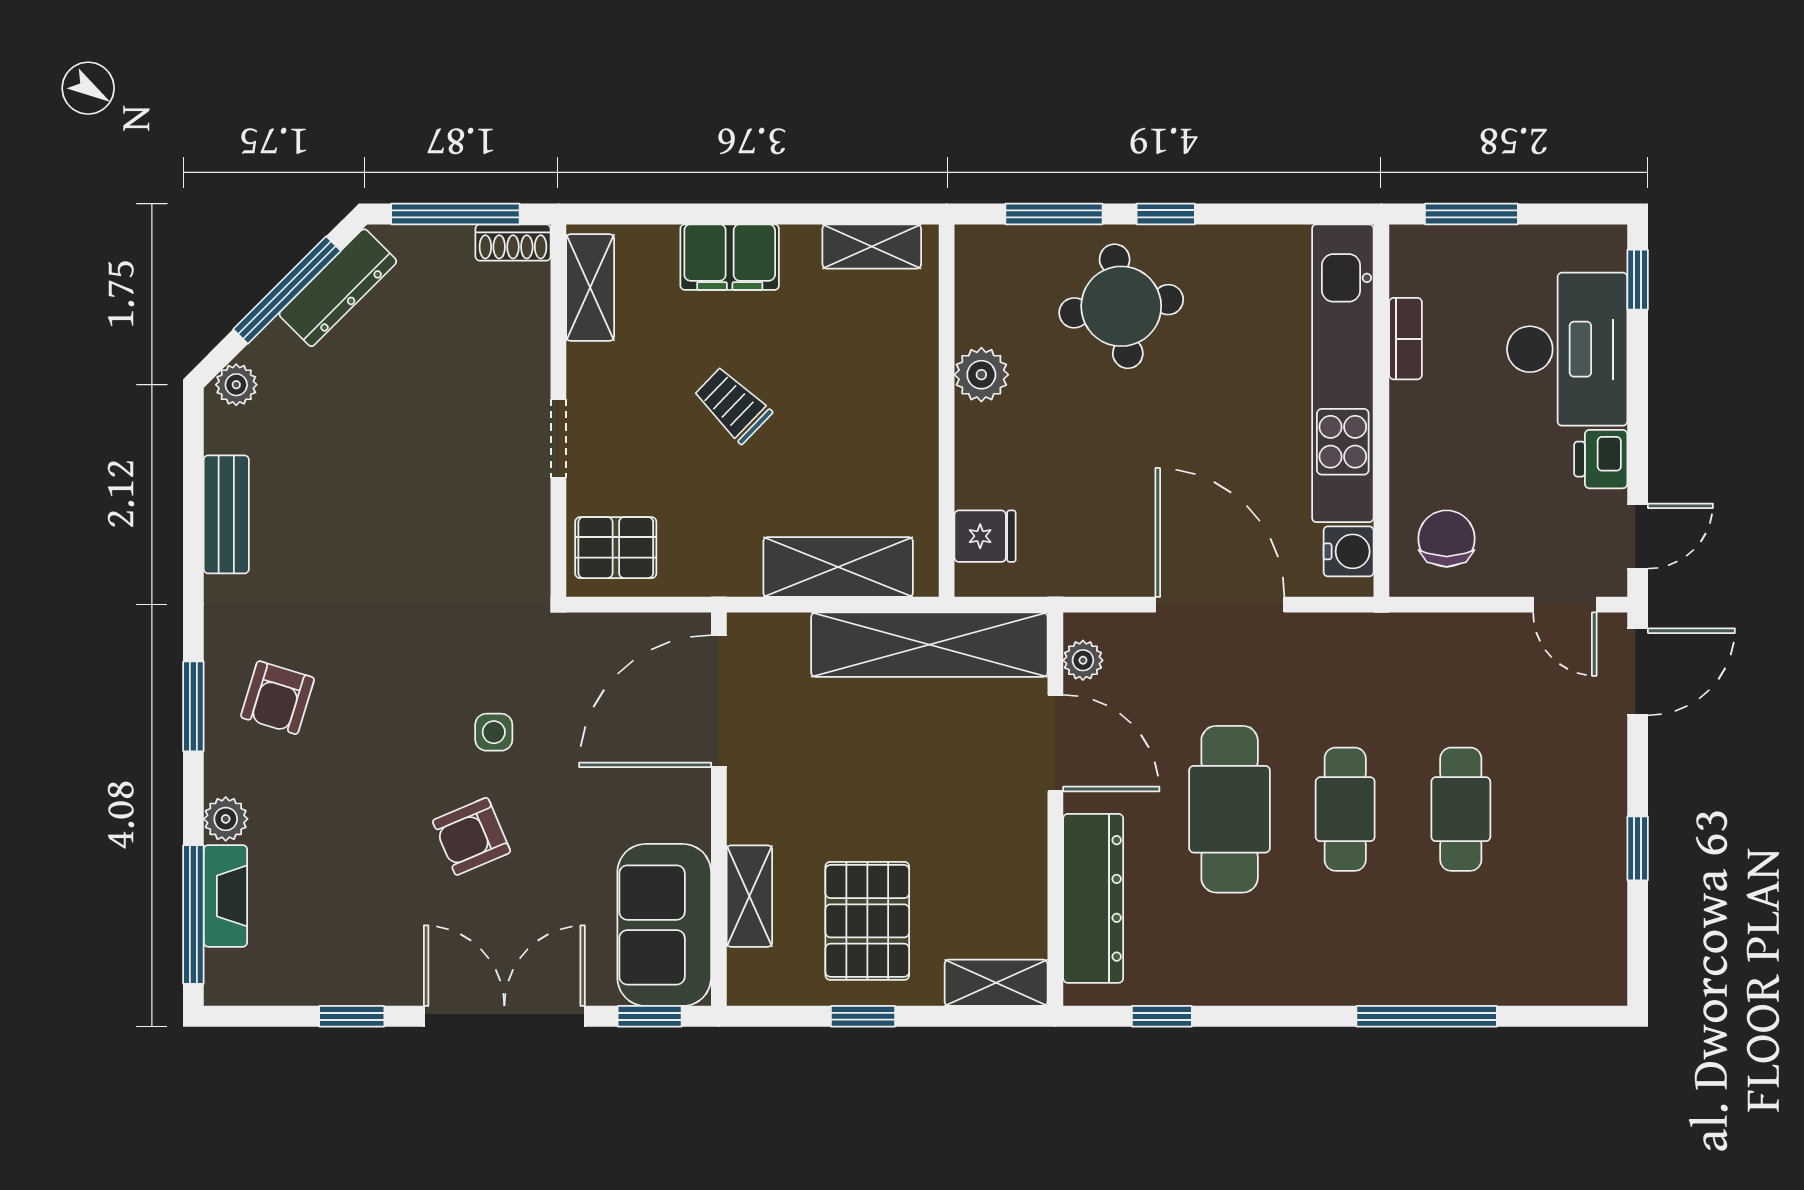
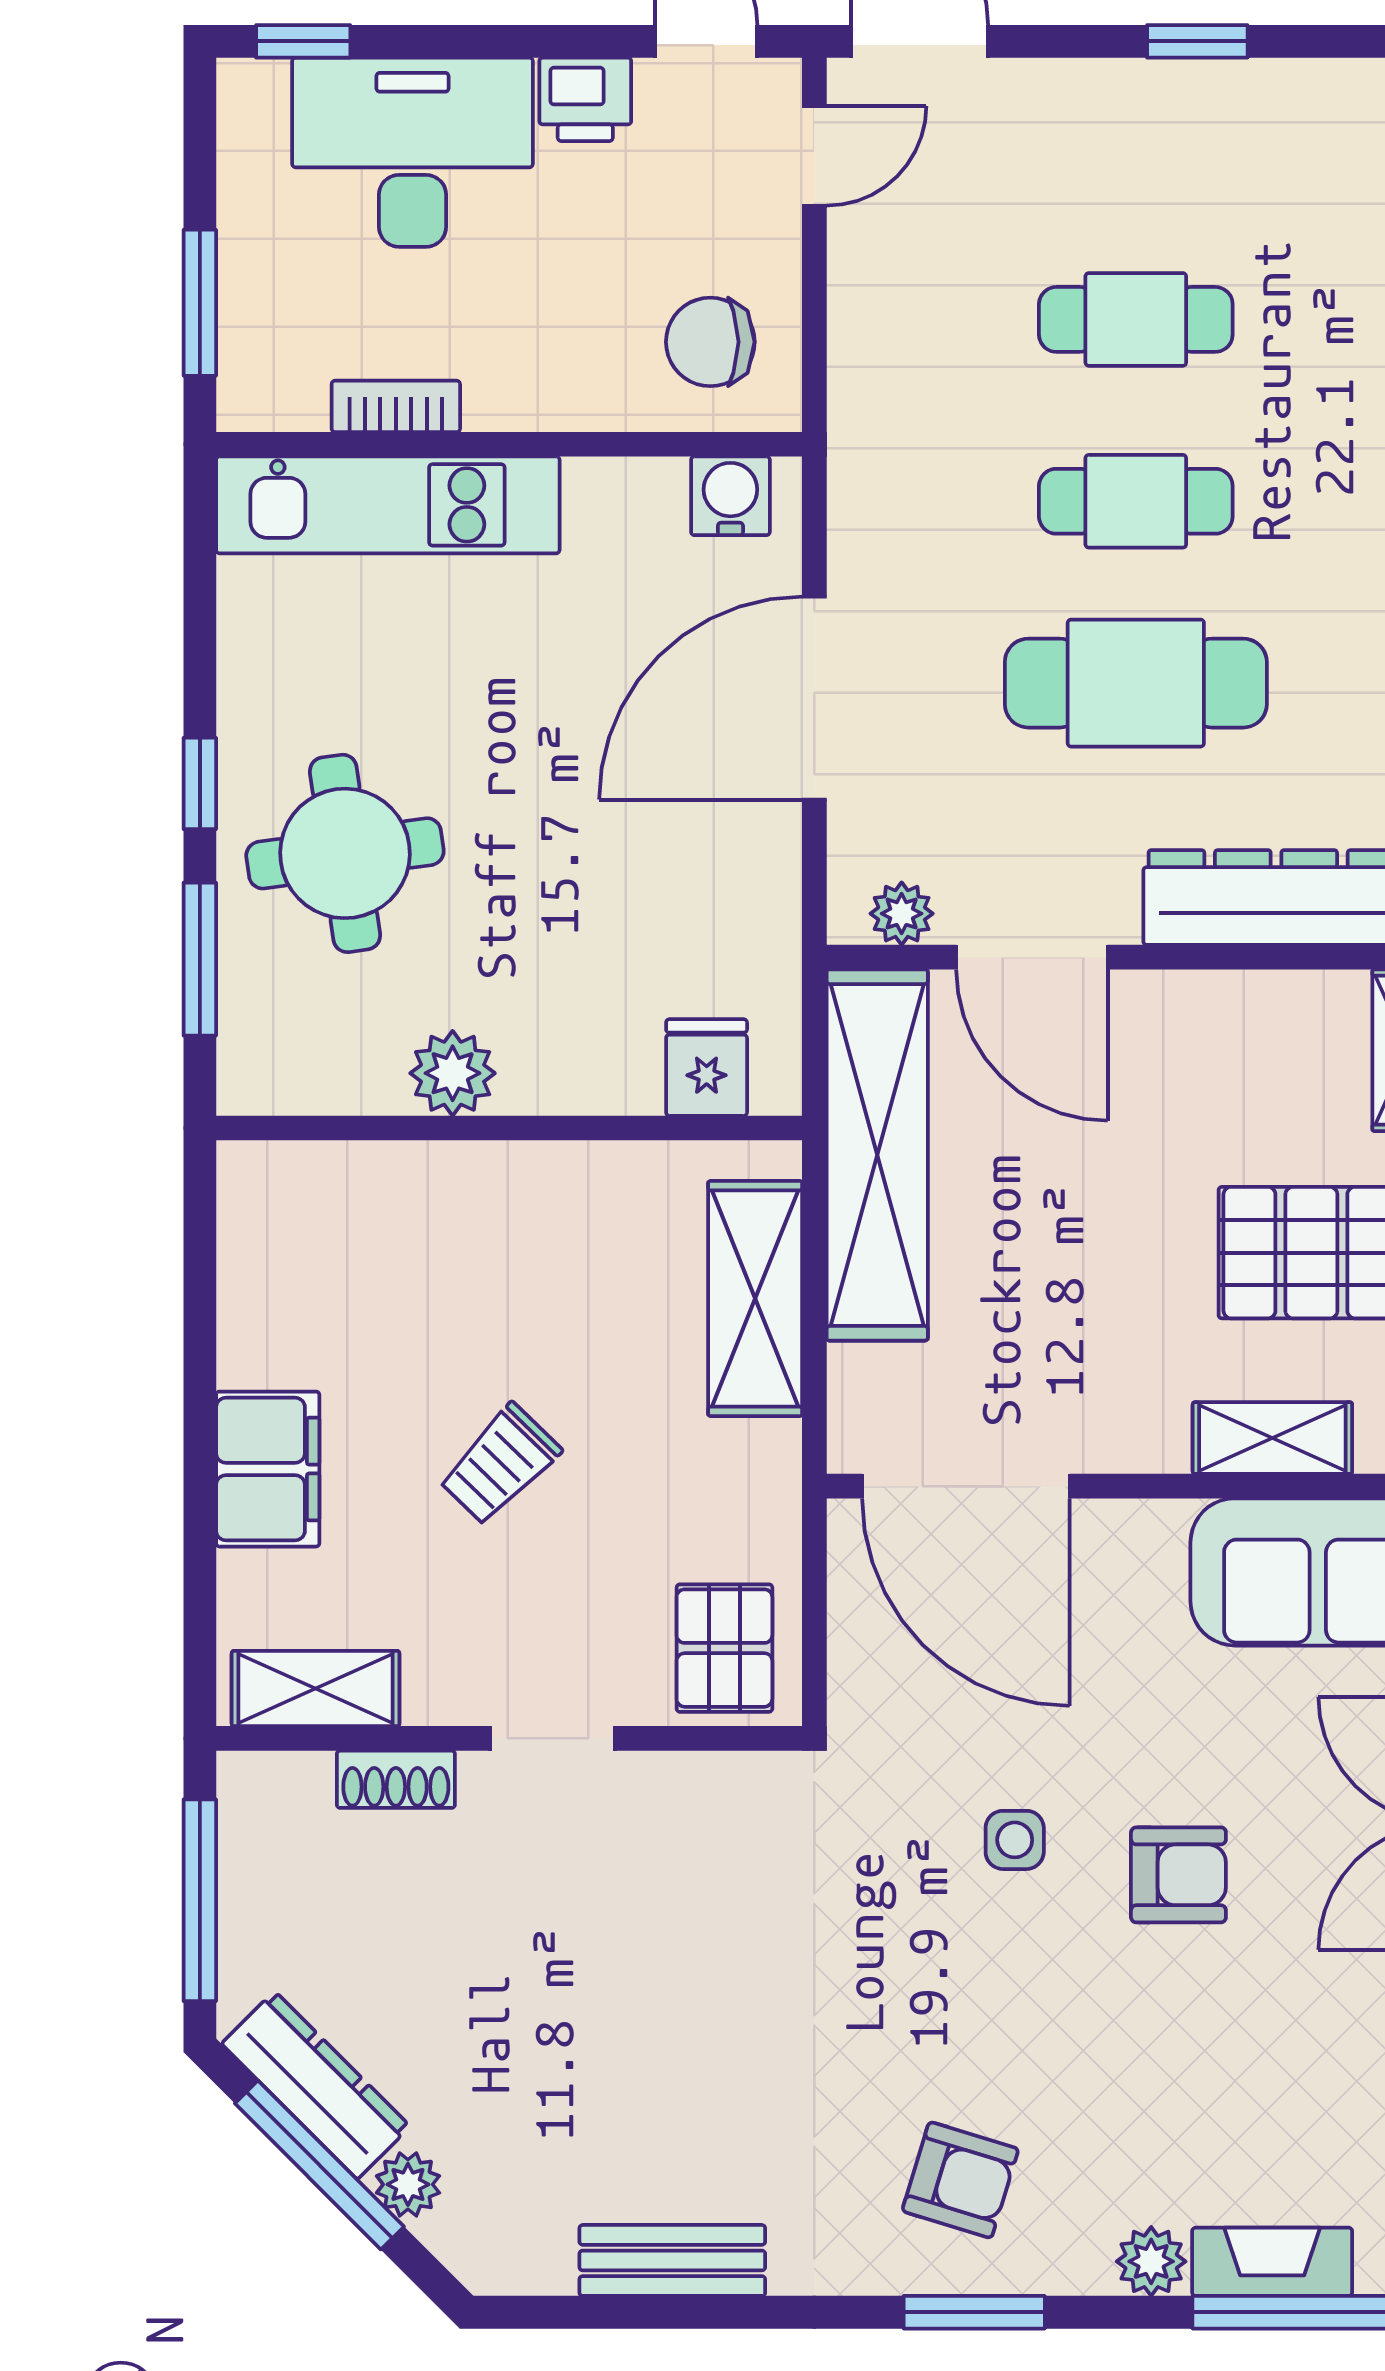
shoe rack: (513, 242) -> (396, 1779), moved, turned 90
shelving: (872, 246) -> (251, 1246), removed
kitchen unit: (1343, 373) -> (388, 505), width x0.73
plant: (236, 385) -> (408, 2184), moved
door: (1055, 743) -> (1032, 957), swing flipped
armchair: (472, 836) -> (1178, 1875), turned -67

